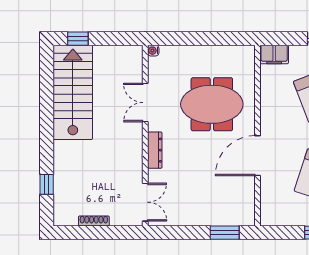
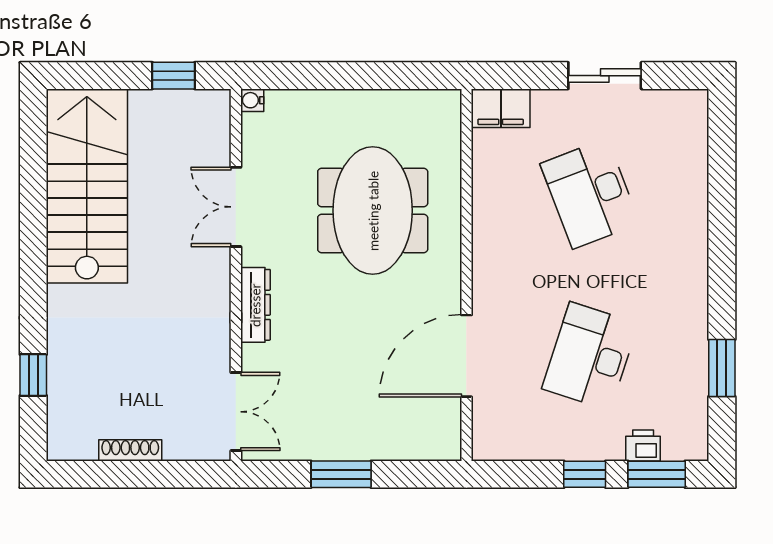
window: (78, 39) -> (173, 76), moved
meeting table: (212, 104) -> (373, 211), turned 90
door: (258, 156) -> (466, 356), moved
window: (225, 233) -> (341, 474), moved

